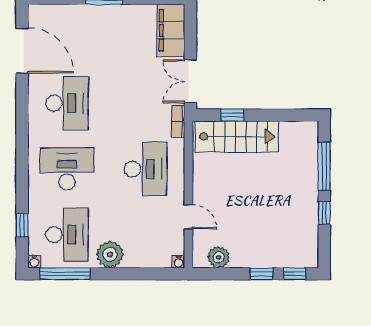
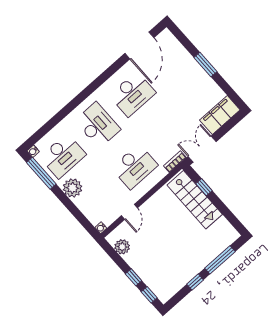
window: (22, 226) -> (47, 128), removed

